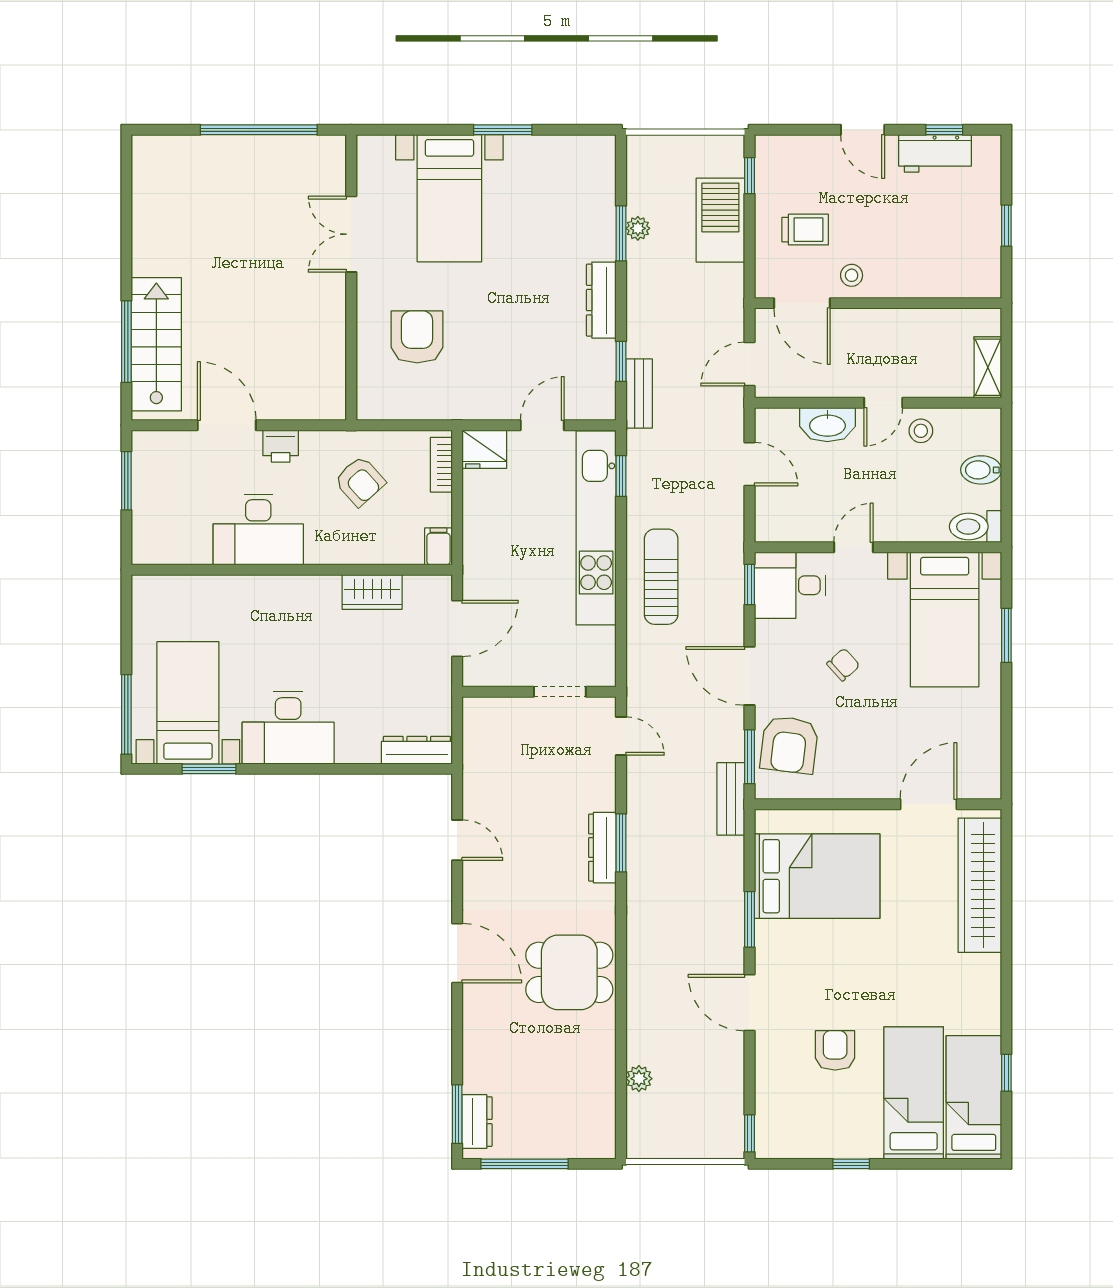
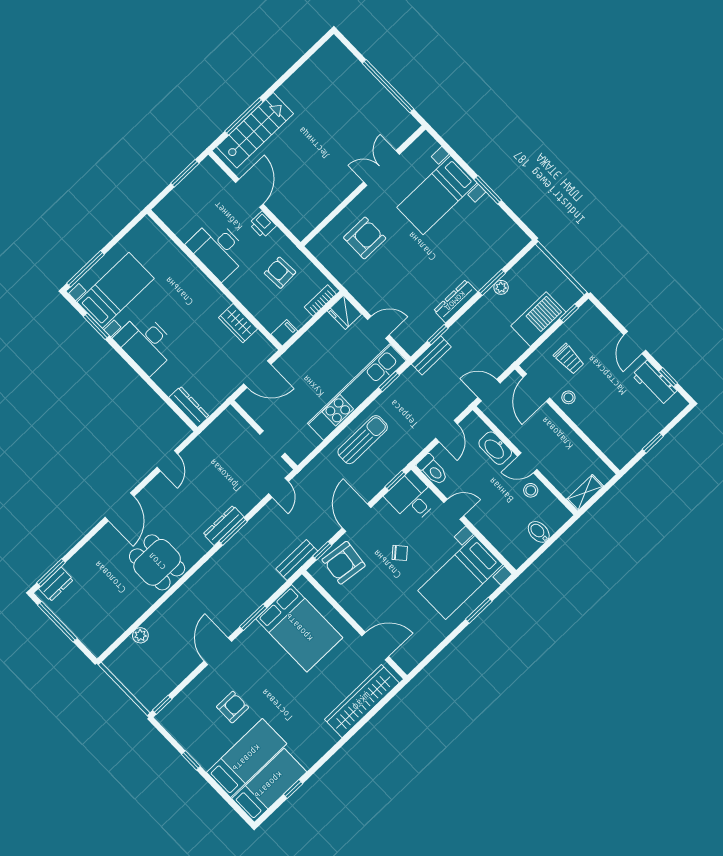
armchair: (360, 481) -> (280, 273), turned 129
toilet: (975, 527) -> (433, 470), moved, turned 180
window: (749, 757) -> (322, 551), width x0.67

